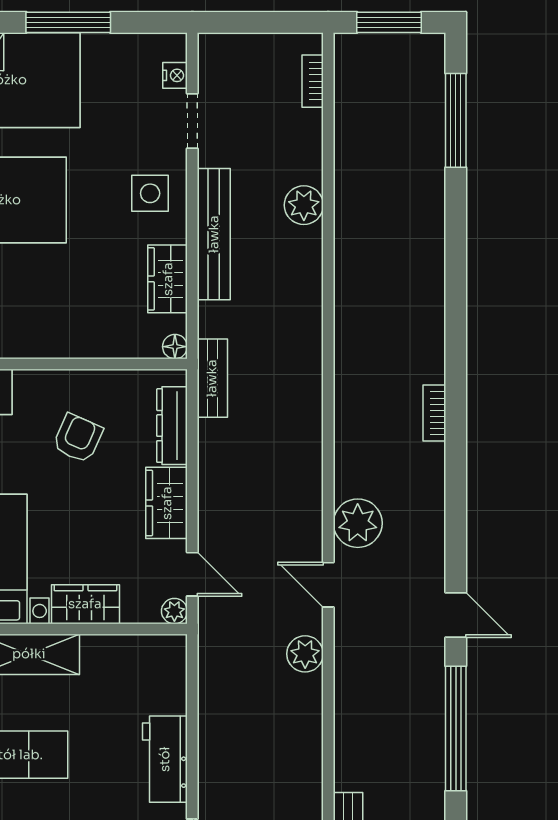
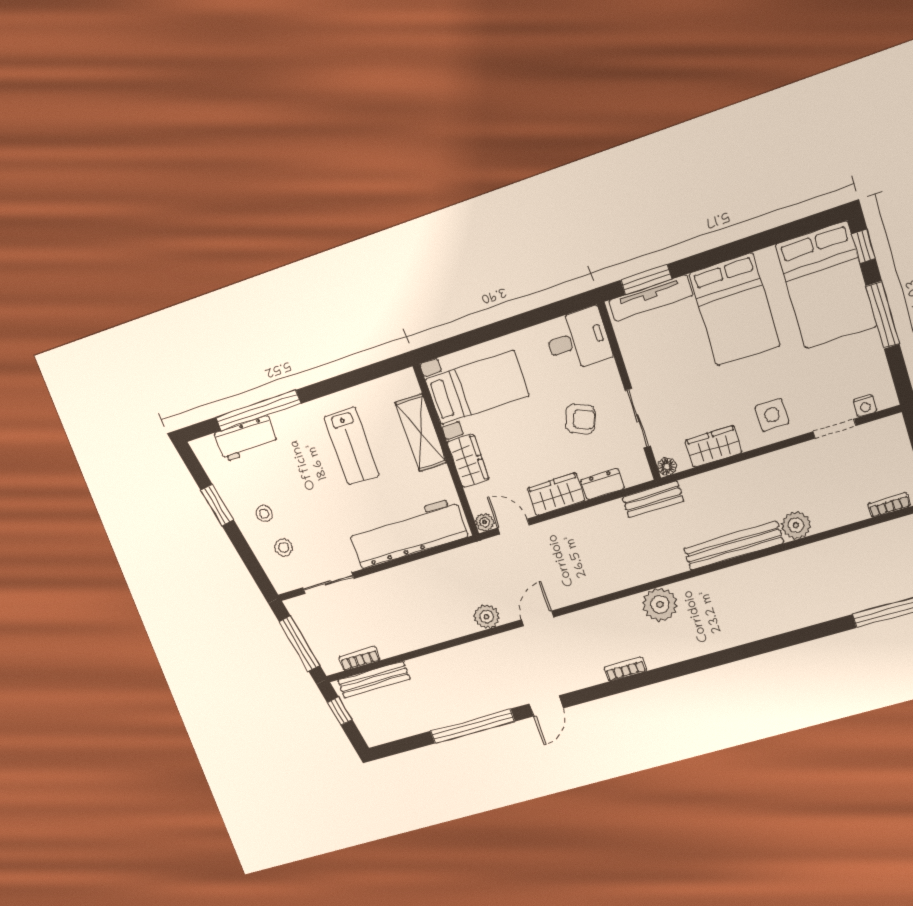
bench: (214, 234) -> (734, 546), moved
sliding door: (100, 364) -> (638, 418), added
bookcase: (434, 413) -> (625, 669), moved
dresser: (172, 426) -> (603, 484), width x0.70
plant: (358, 523) -> (660, 604), moved
door: (192, 574) -> (514, 527), swing flipped
workbench: (165, 759) -> (408, 533), width x1.88, depth x1.32

